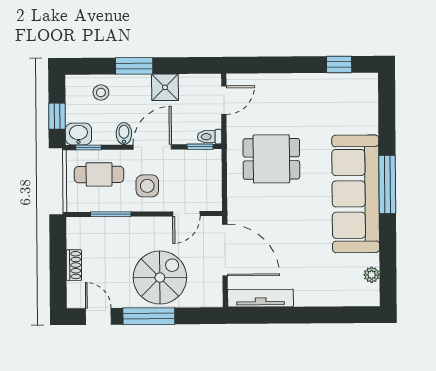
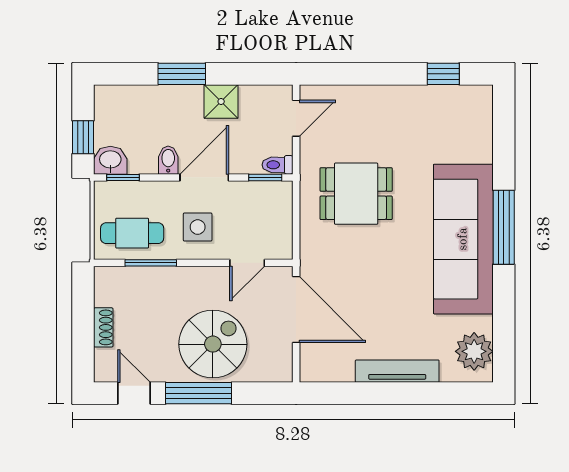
stool: (101, 92) -> (139, 107), removed
cafe table: (99, 174) -> (132, 233), moved
plant: (372, 275) -> (474, 351), width x1.87, depth x1.87
tv unit: (261, 298) -> (397, 371), moved

